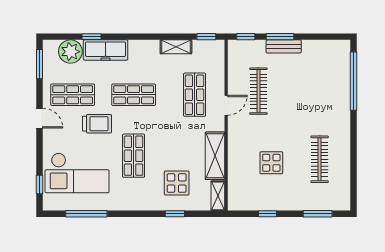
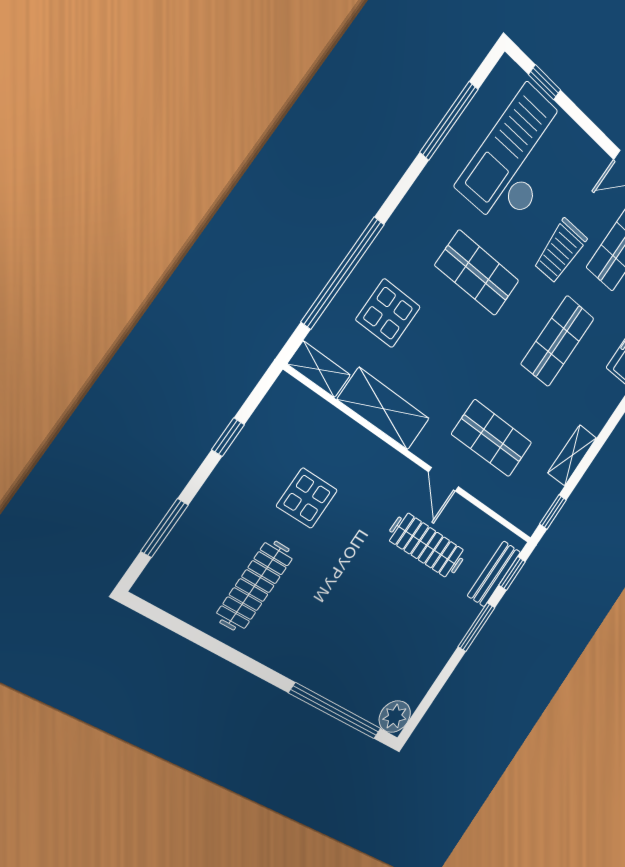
bench: (284, 46) -> (494, 574), moved
plant: (342, 49) -> (395, 717), added
clothes rail: (320, 159) -> (255, 586), turned 90
window: (175, 214) -> (343, 273), width x3.17

